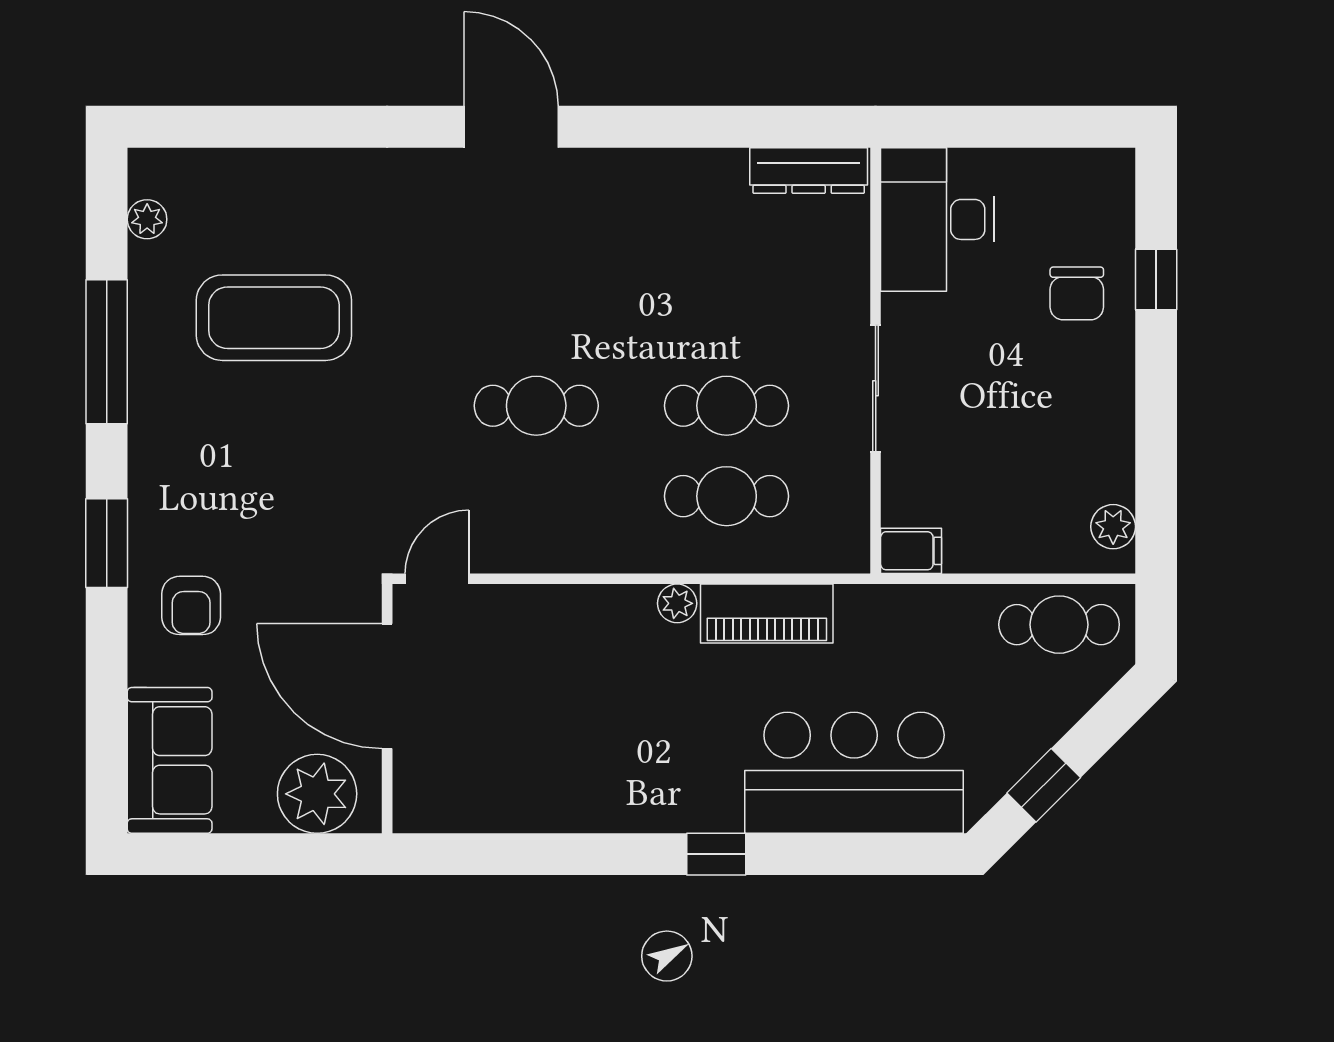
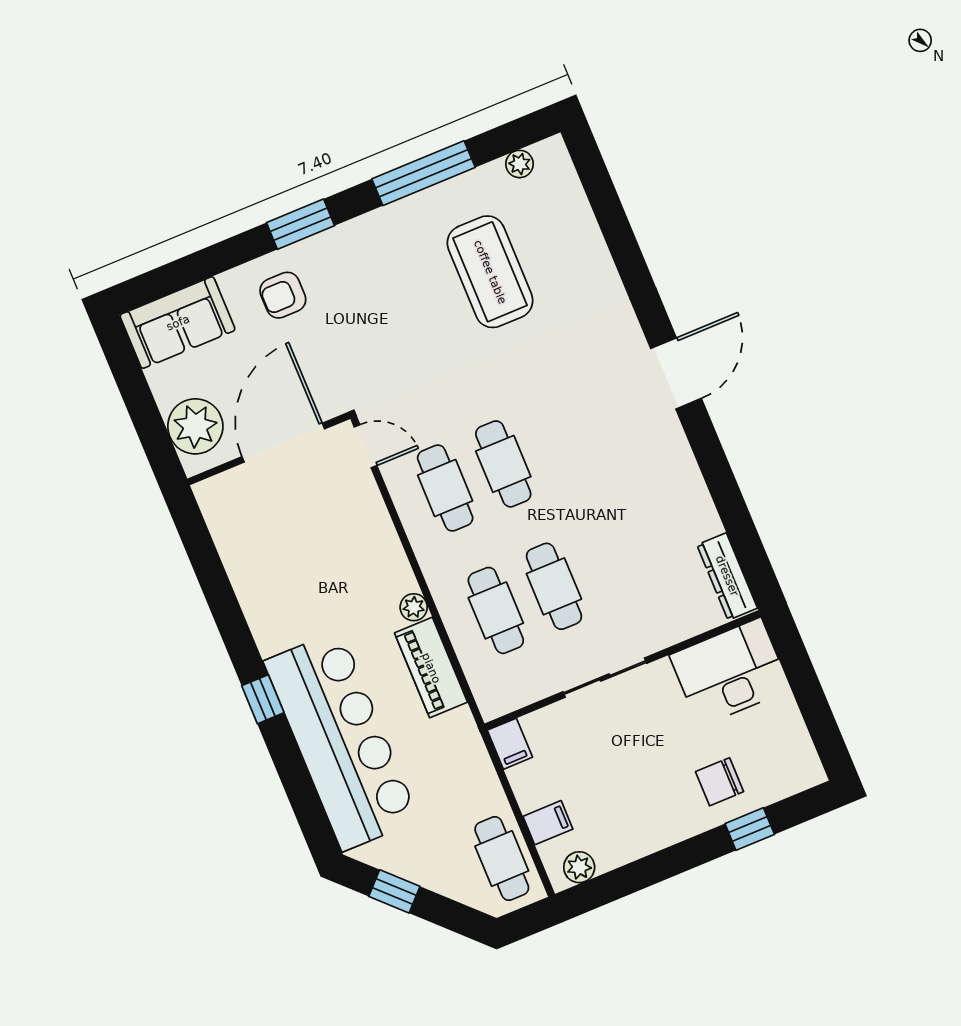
cafe table: (536, 496) -> (445, 488), added
filing cabinet: (1037, 544) -> (548, 823), added
bar counter: (854, 773) -> (341, 741), width x1.36

